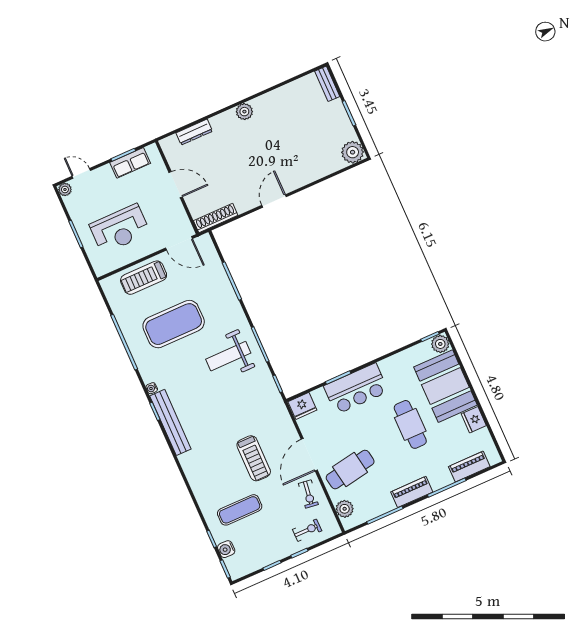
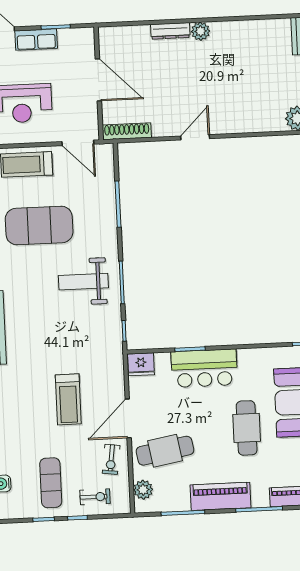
dresser: (194, 132) -> (170, 31), moved
row of seats: (130, 163) -> (36, 40), moved
door: (176, 185) -> (98, 80), width x1.36
piano: (412, 492) -> (220, 496), width x1.37, depth x1.33
exercise mat: (240, 510) -> (51, 483), moved, turned 90

